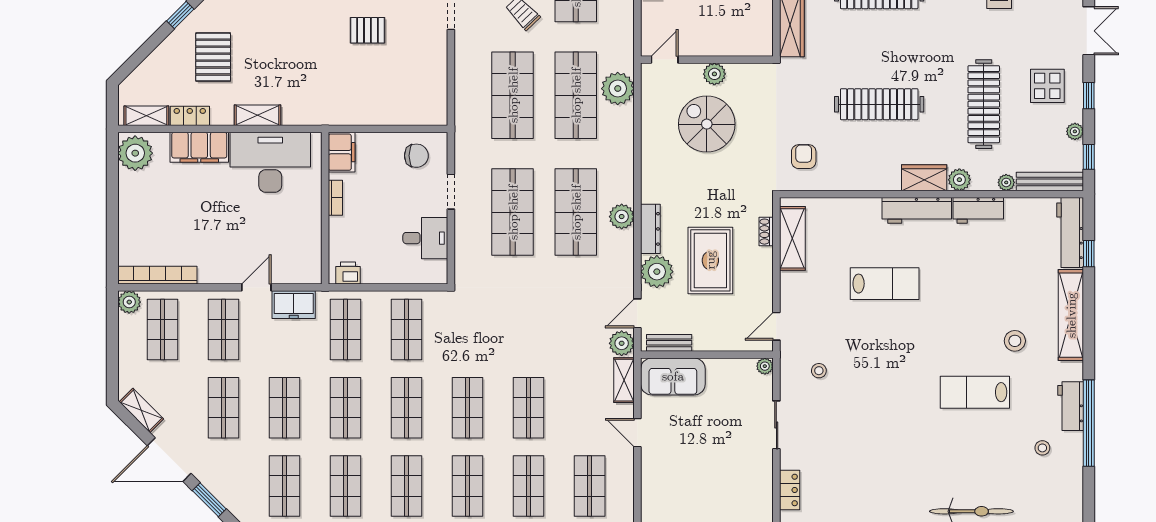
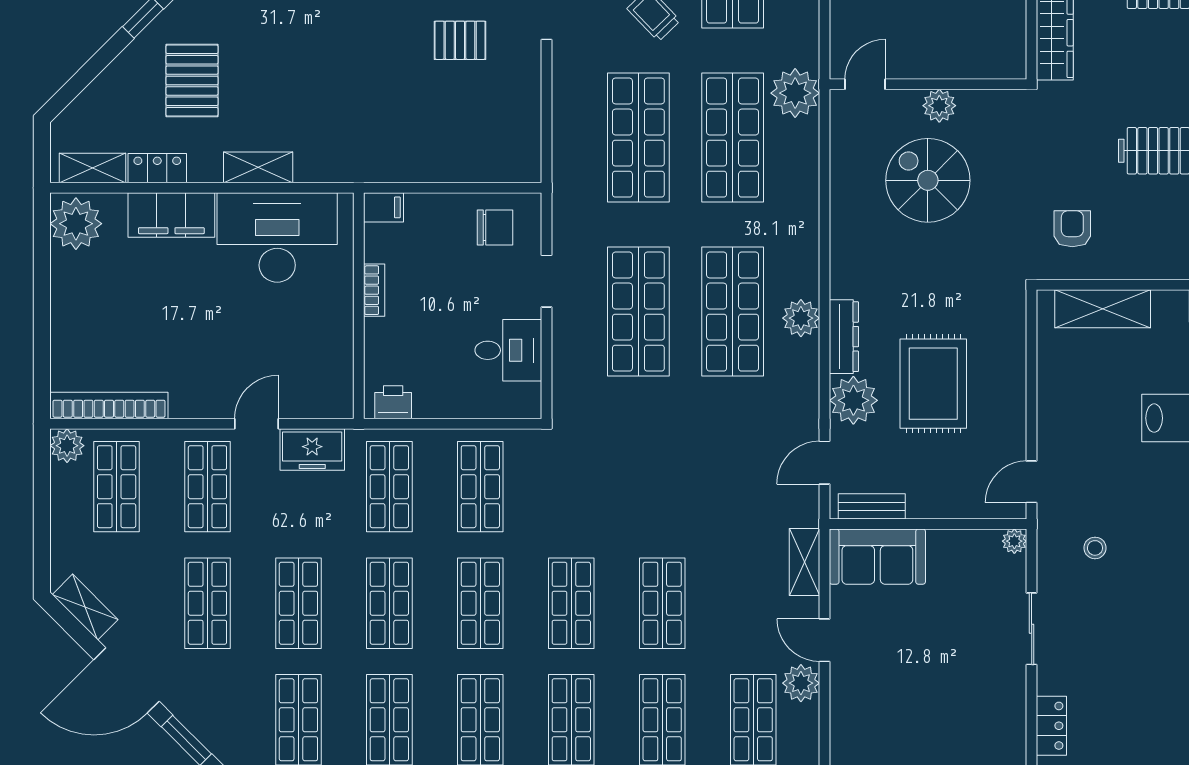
pallet: (367, 30) -> (460, 40), moved
plant: (618, 89) -> (795, 93), moved
filing cabinet: (342, 152) -> (383, 207), width x0.50
shoe rack: (766, 232) -> (1016, 341), removed
shelving: (792, 238) -> (1103, 309), moved, turned 90
plant: (622, 343) -> (801, 683), moved

